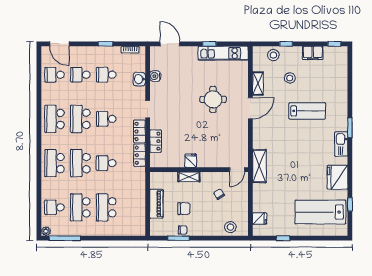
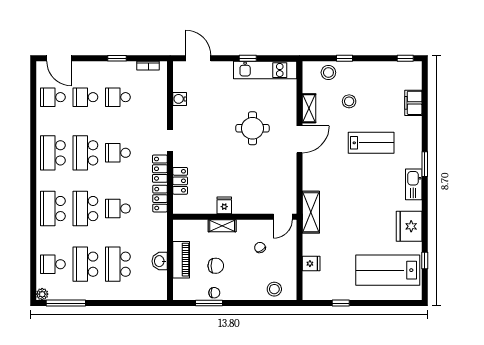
filing cabinet: (313, 53) -> (413, 103), moved, turned 90
washbasin: (139, 79) -> (160, 261), moved
fridge: (260, 219) -> (311, 264), moved

